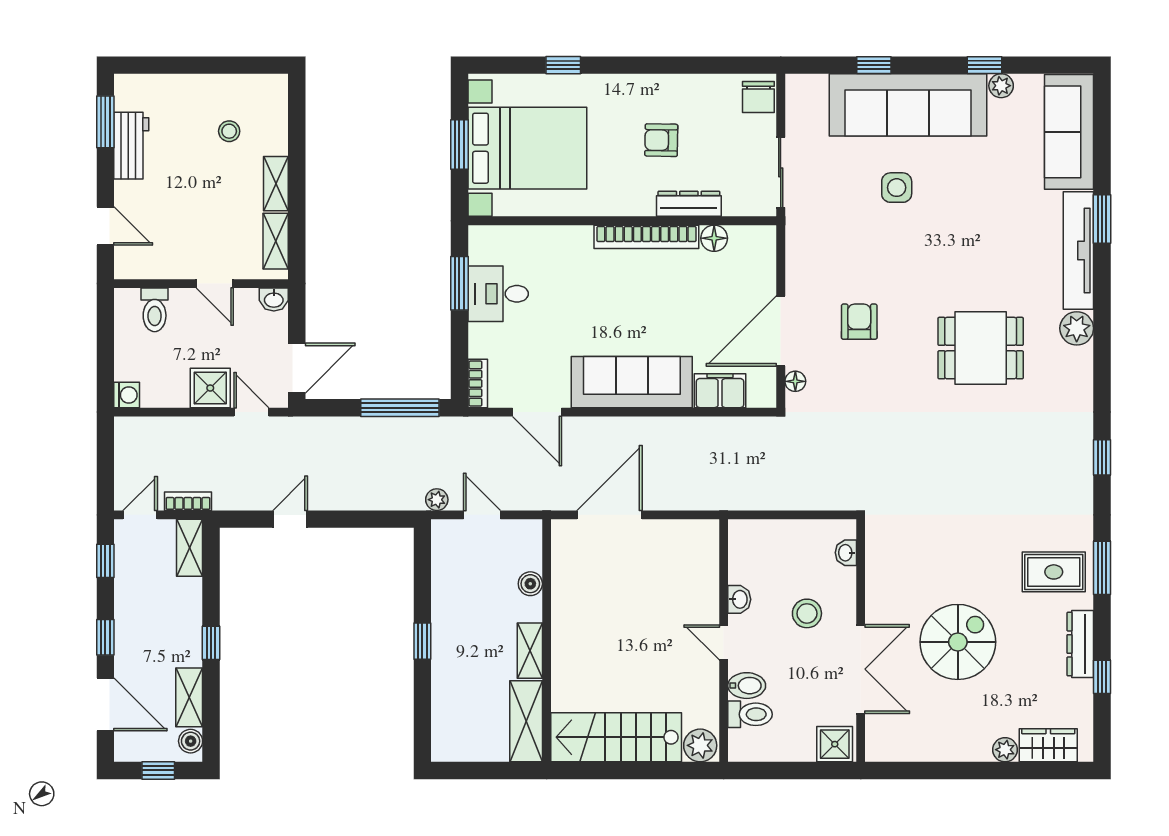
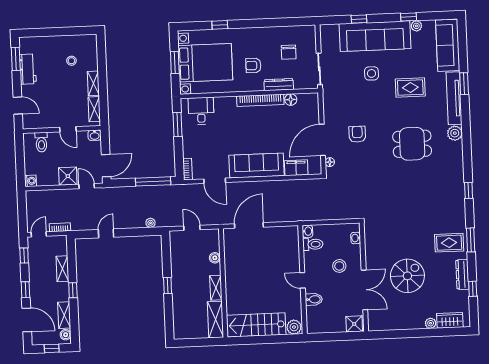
chair: (758, 97) -> (289, 52), moved
armchair: (661, 140) -> (253, 66), moved
rug: (982, 222) -> (410, 87), added
desk: (498, 294) -> (201, 111), moved, turned 90
plant: (437, 500) -> (150, 223), moved
shelving: (190, 548) -> (62, 269), moved
washbasin: (739, 599) -> (307, 231), moved
toilet: (750, 714) -> (313, 244), moved

